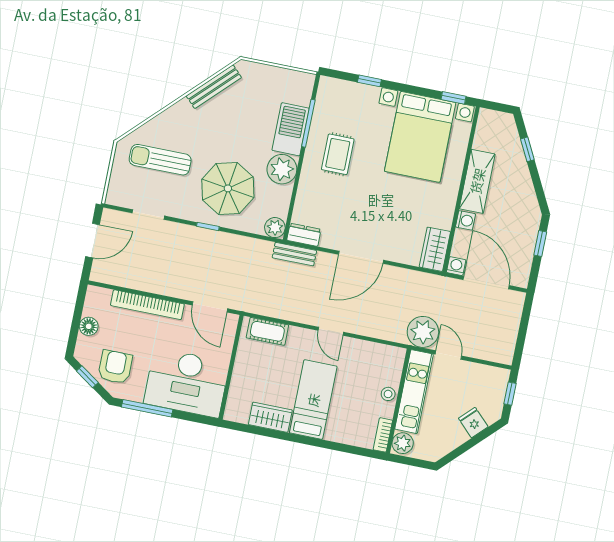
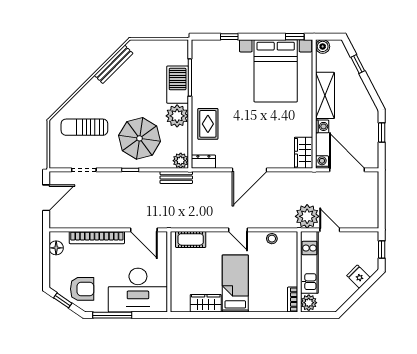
boiler: (487, 118) -> (323, 46), added
rug: (338, 154) -> (208, 124), moved
bench: (294, 254) -> (176, 177), moved
floor lamp: (89, 326) -> (56, 248), moved
armchair: (115, 367) -> (82, 289), turned 90
stool: (388, 394) -> (272, 239), moved

